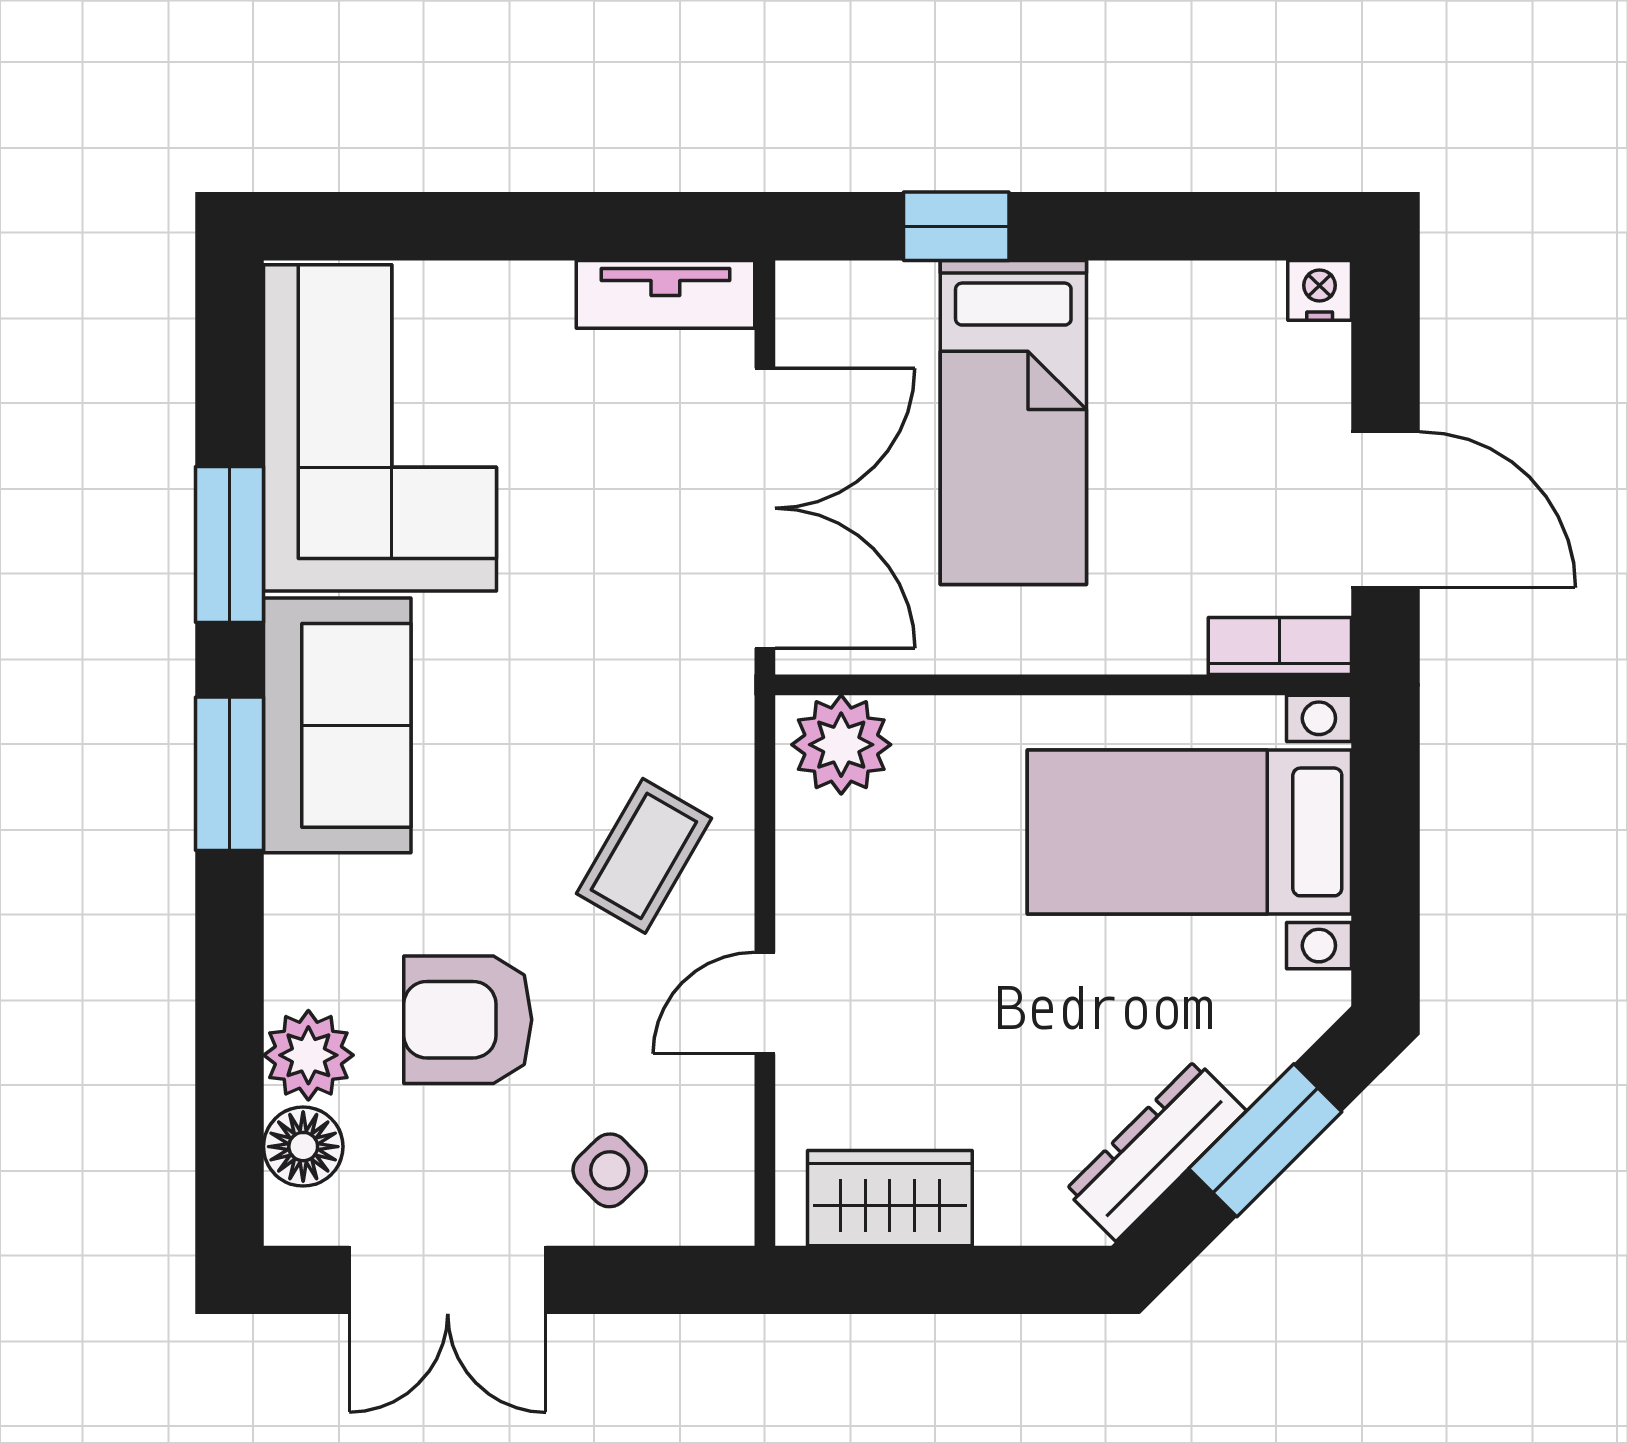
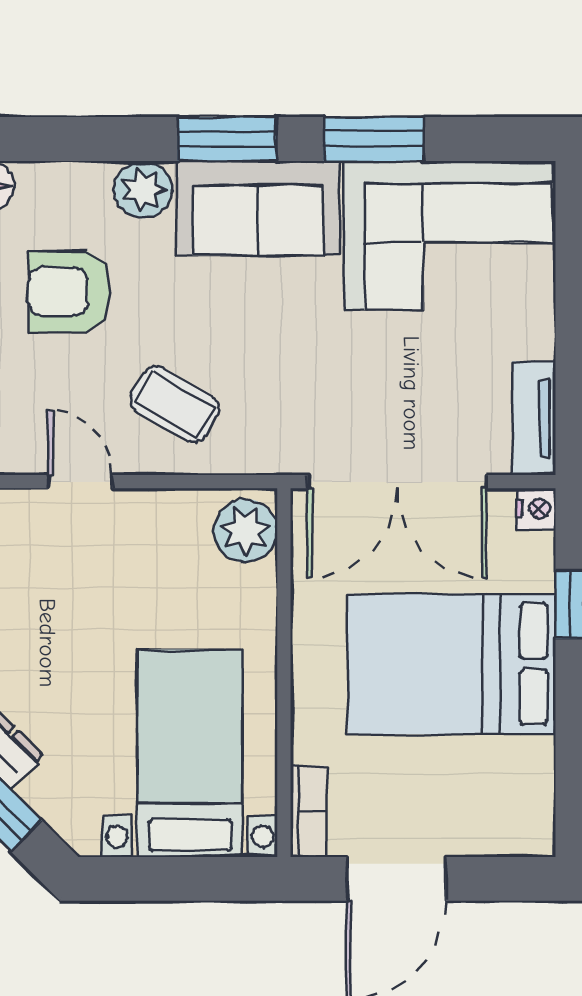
nightstand: (1320, 290) -> (536, 509), moved
bed: (1013, 422) -> (452, 664), width x1.50
armchair: (468, 1020) -> (70, 292), turned -90
plant: (308, 1055) -> (143, 190), moved

